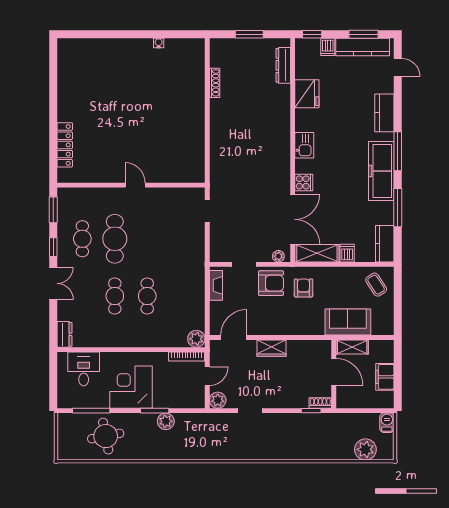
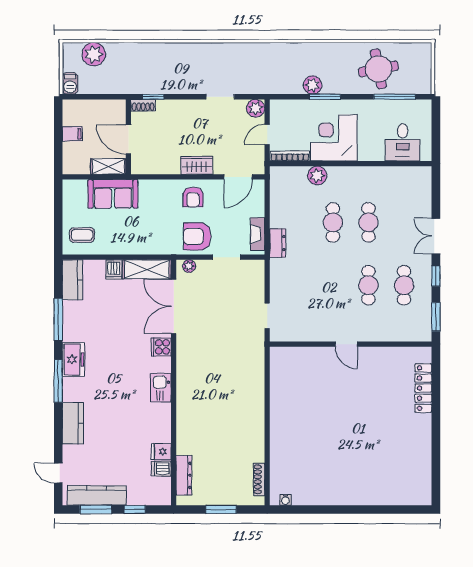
window: (312, 34) -> (135, 509), moved
water cooler: (159, 43) -> (285, 500), moved
dishwasher: (328, 47) -> (161, 469), moved, turned -90
shoe rack: (215, 83) -> (259, 479), moved
fridge: (307, 94) -> (161, 451), width x0.53, depth x0.75
freezer: (381, 171) -> (73, 359), width x0.52, depth x0.79
cafe table: (115, 239) -> (368, 285), width x0.73, depth x0.74
coffee table: (376, 285) -> (82, 235), turned -57
armchair: (303, 288) -> (193, 197), moved
dresser: (64, 334) -> (278, 243), moved, turned 180
plant: (196, 339) -> (317, 176), moved
filing cabinet: (385, 377) -> (72, 134), width x0.50
corner desk: (131, 387) -> (334, 138), moved, turned 180

